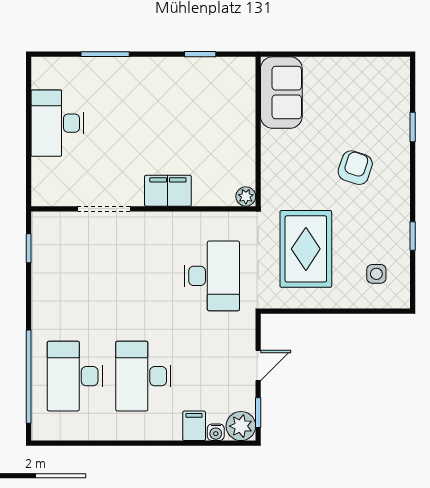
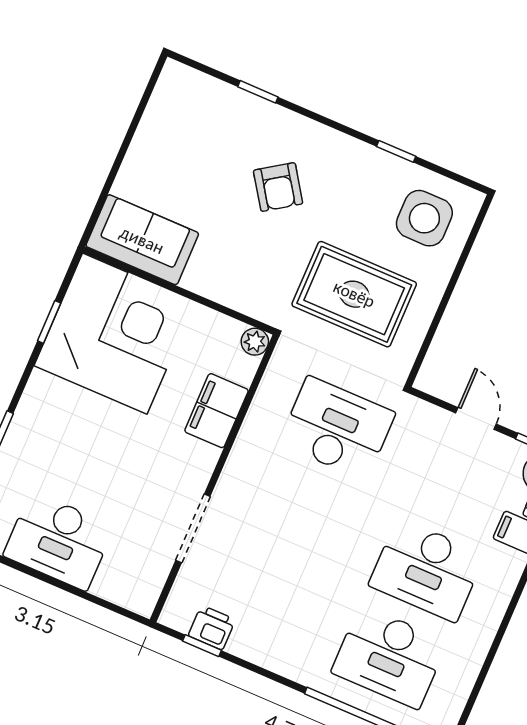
corner desk: (211, 101) -> (115, 334), added
armchair: (355, 168) -> (278, 187), turned -142
filing cabinet: (168, 191) -> (216, 411), moved
printer: (43, 250) -> (212, 628), added
side table: (376, 274) -> (424, 218), width x1.87, depth x1.87

